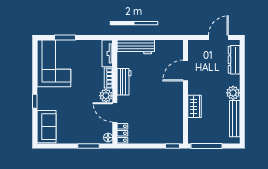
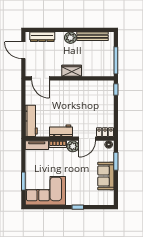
door: (186, 70) -> (41, 78), moved
wardrobe: (195, 106) -> (72, 71), moved
sofa: (46, 127) -> (106, 176), moved, turned -90

